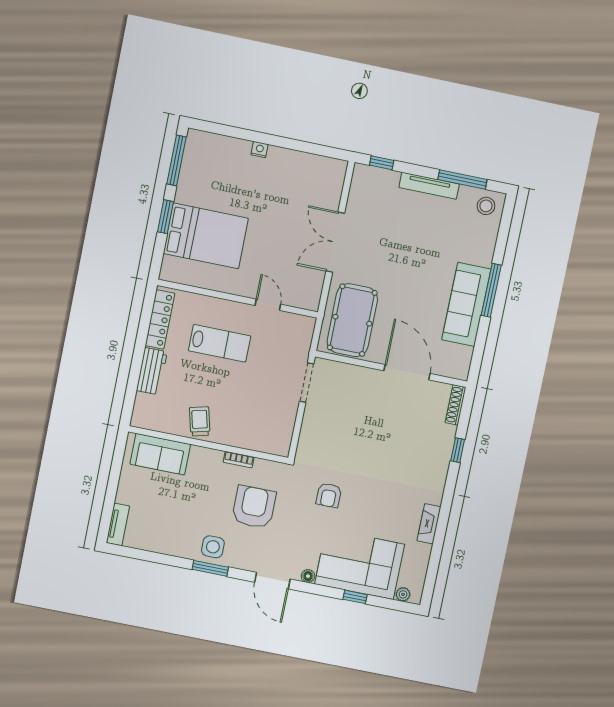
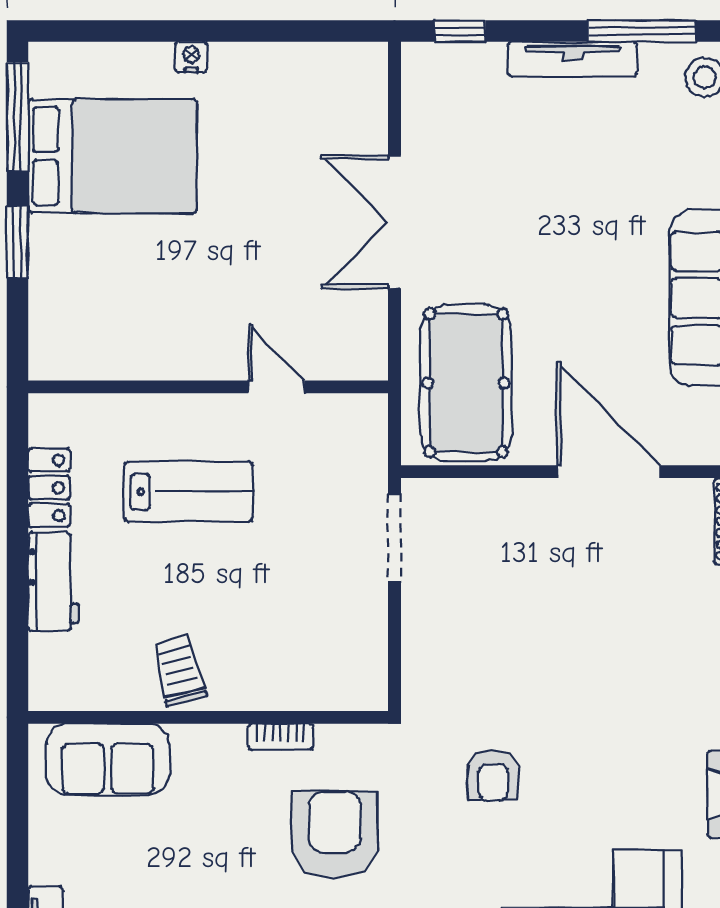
bed: (206, 236) -> (112, 156), moved
locker: (160, 319) -> (49, 488), width x0.66

